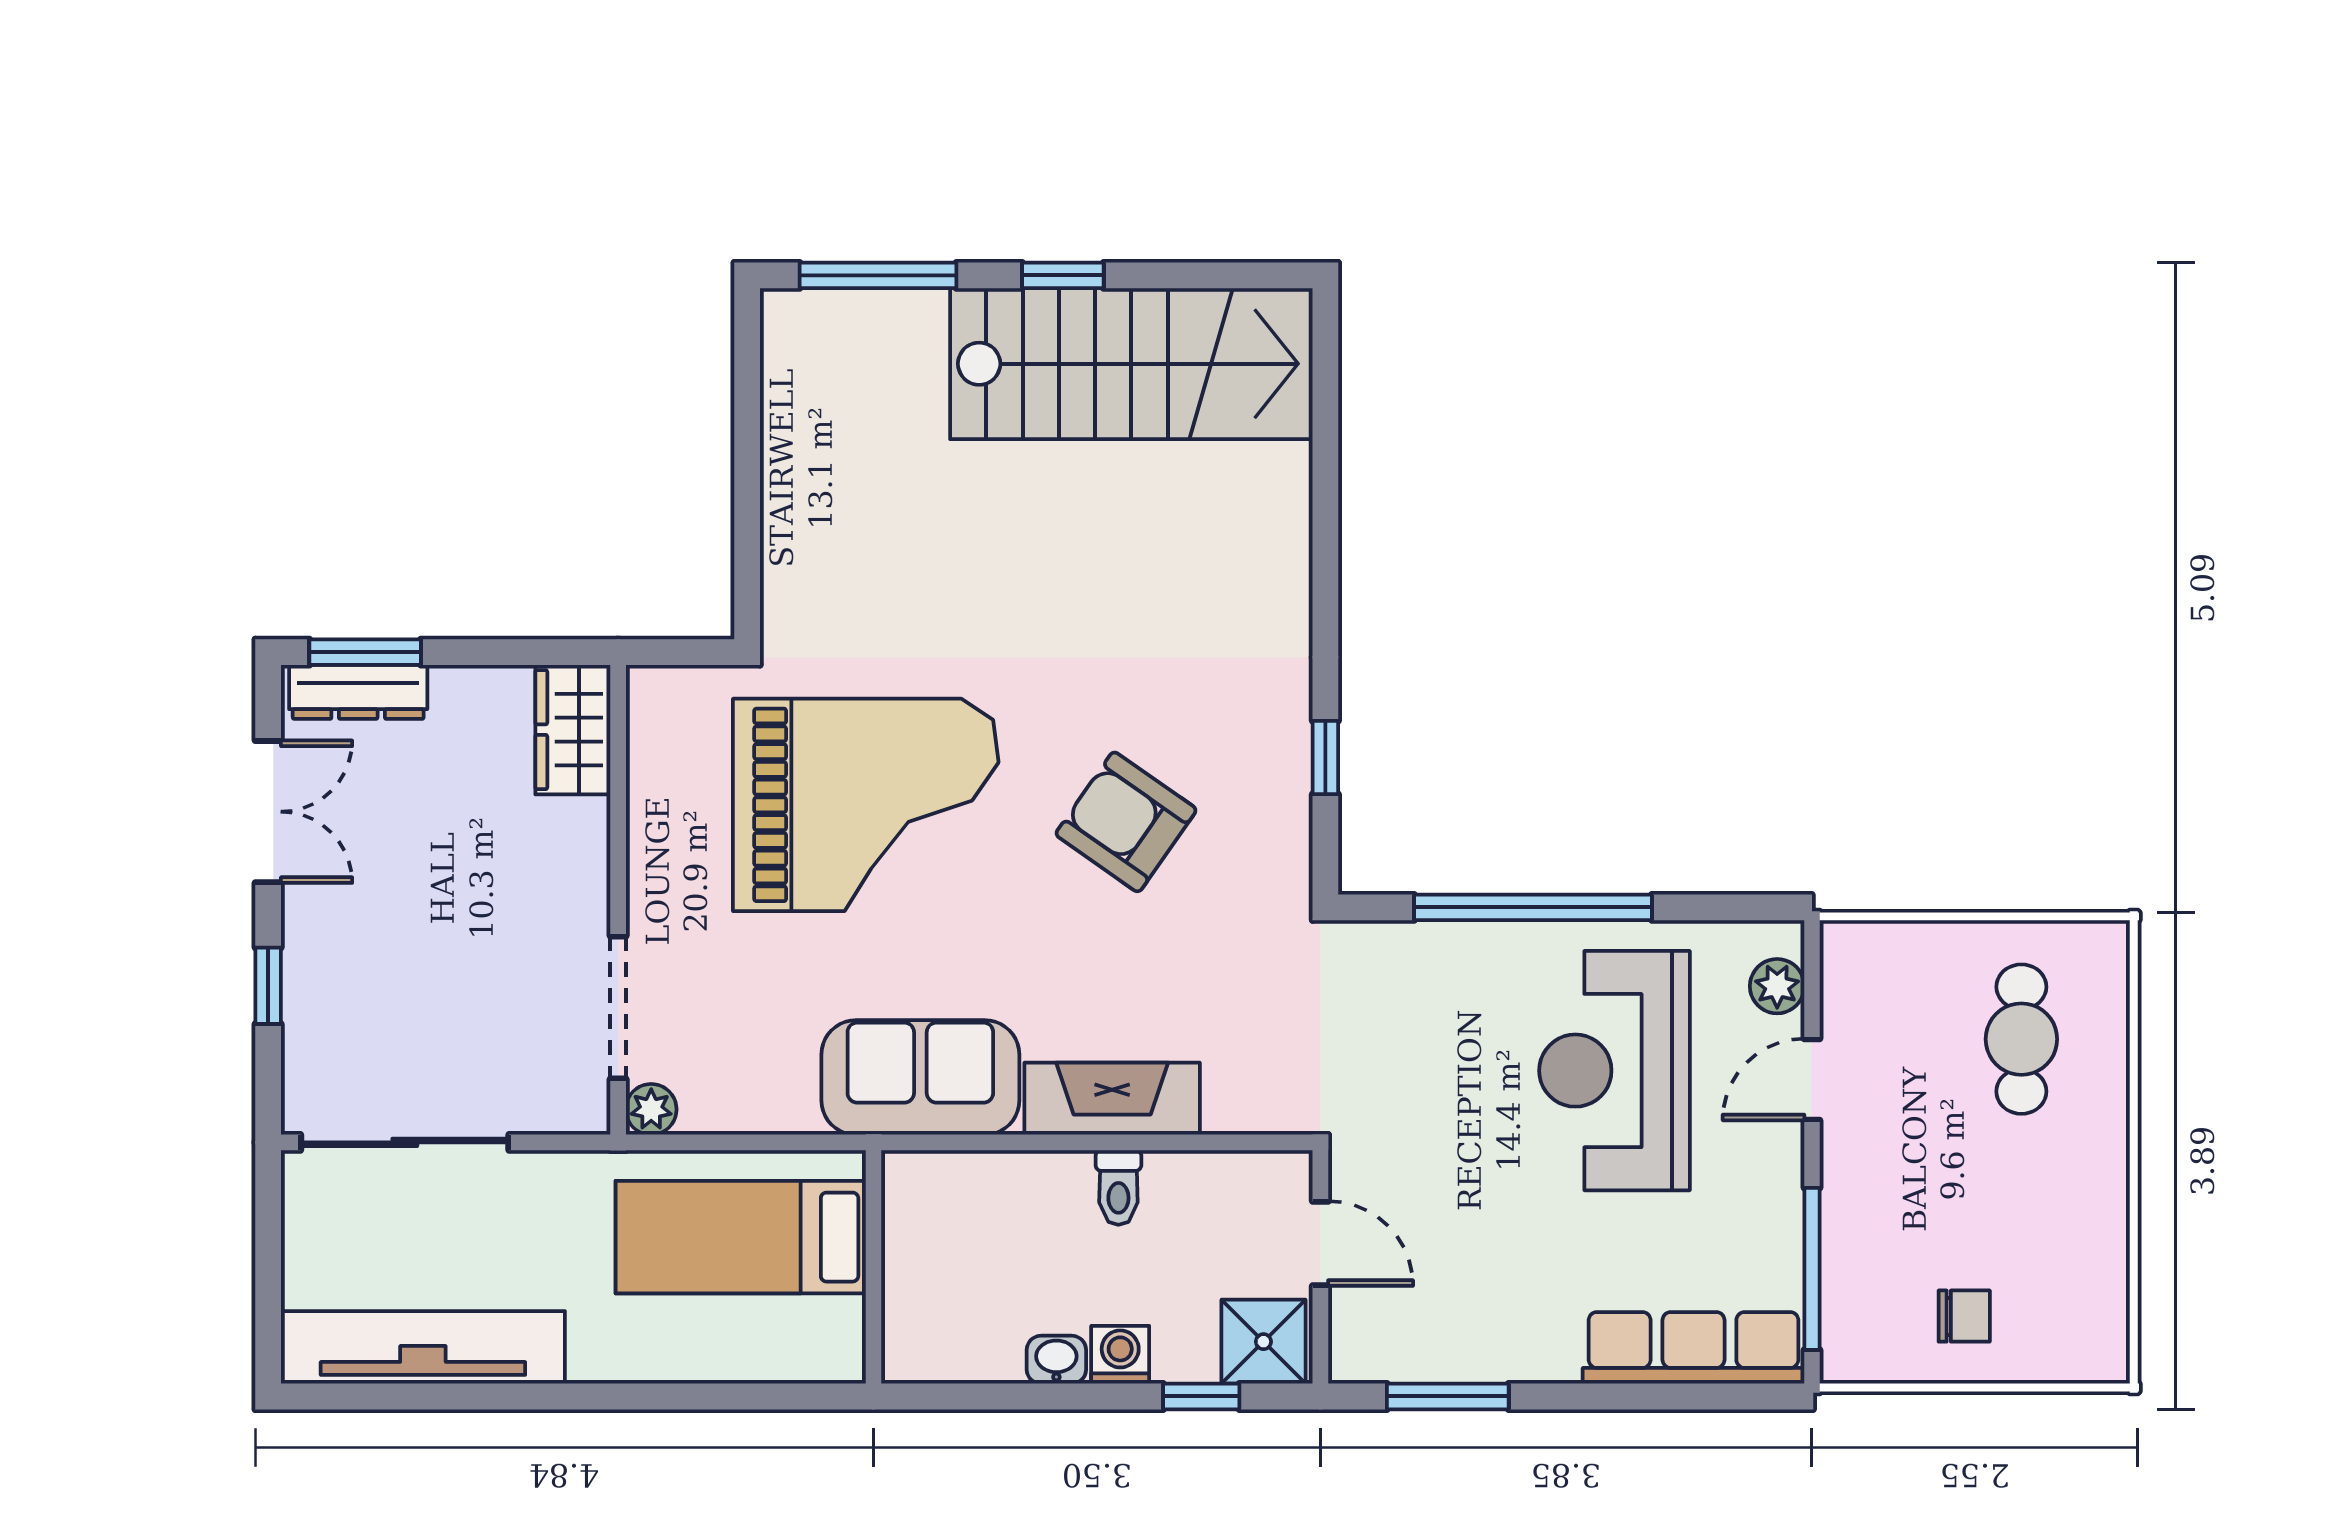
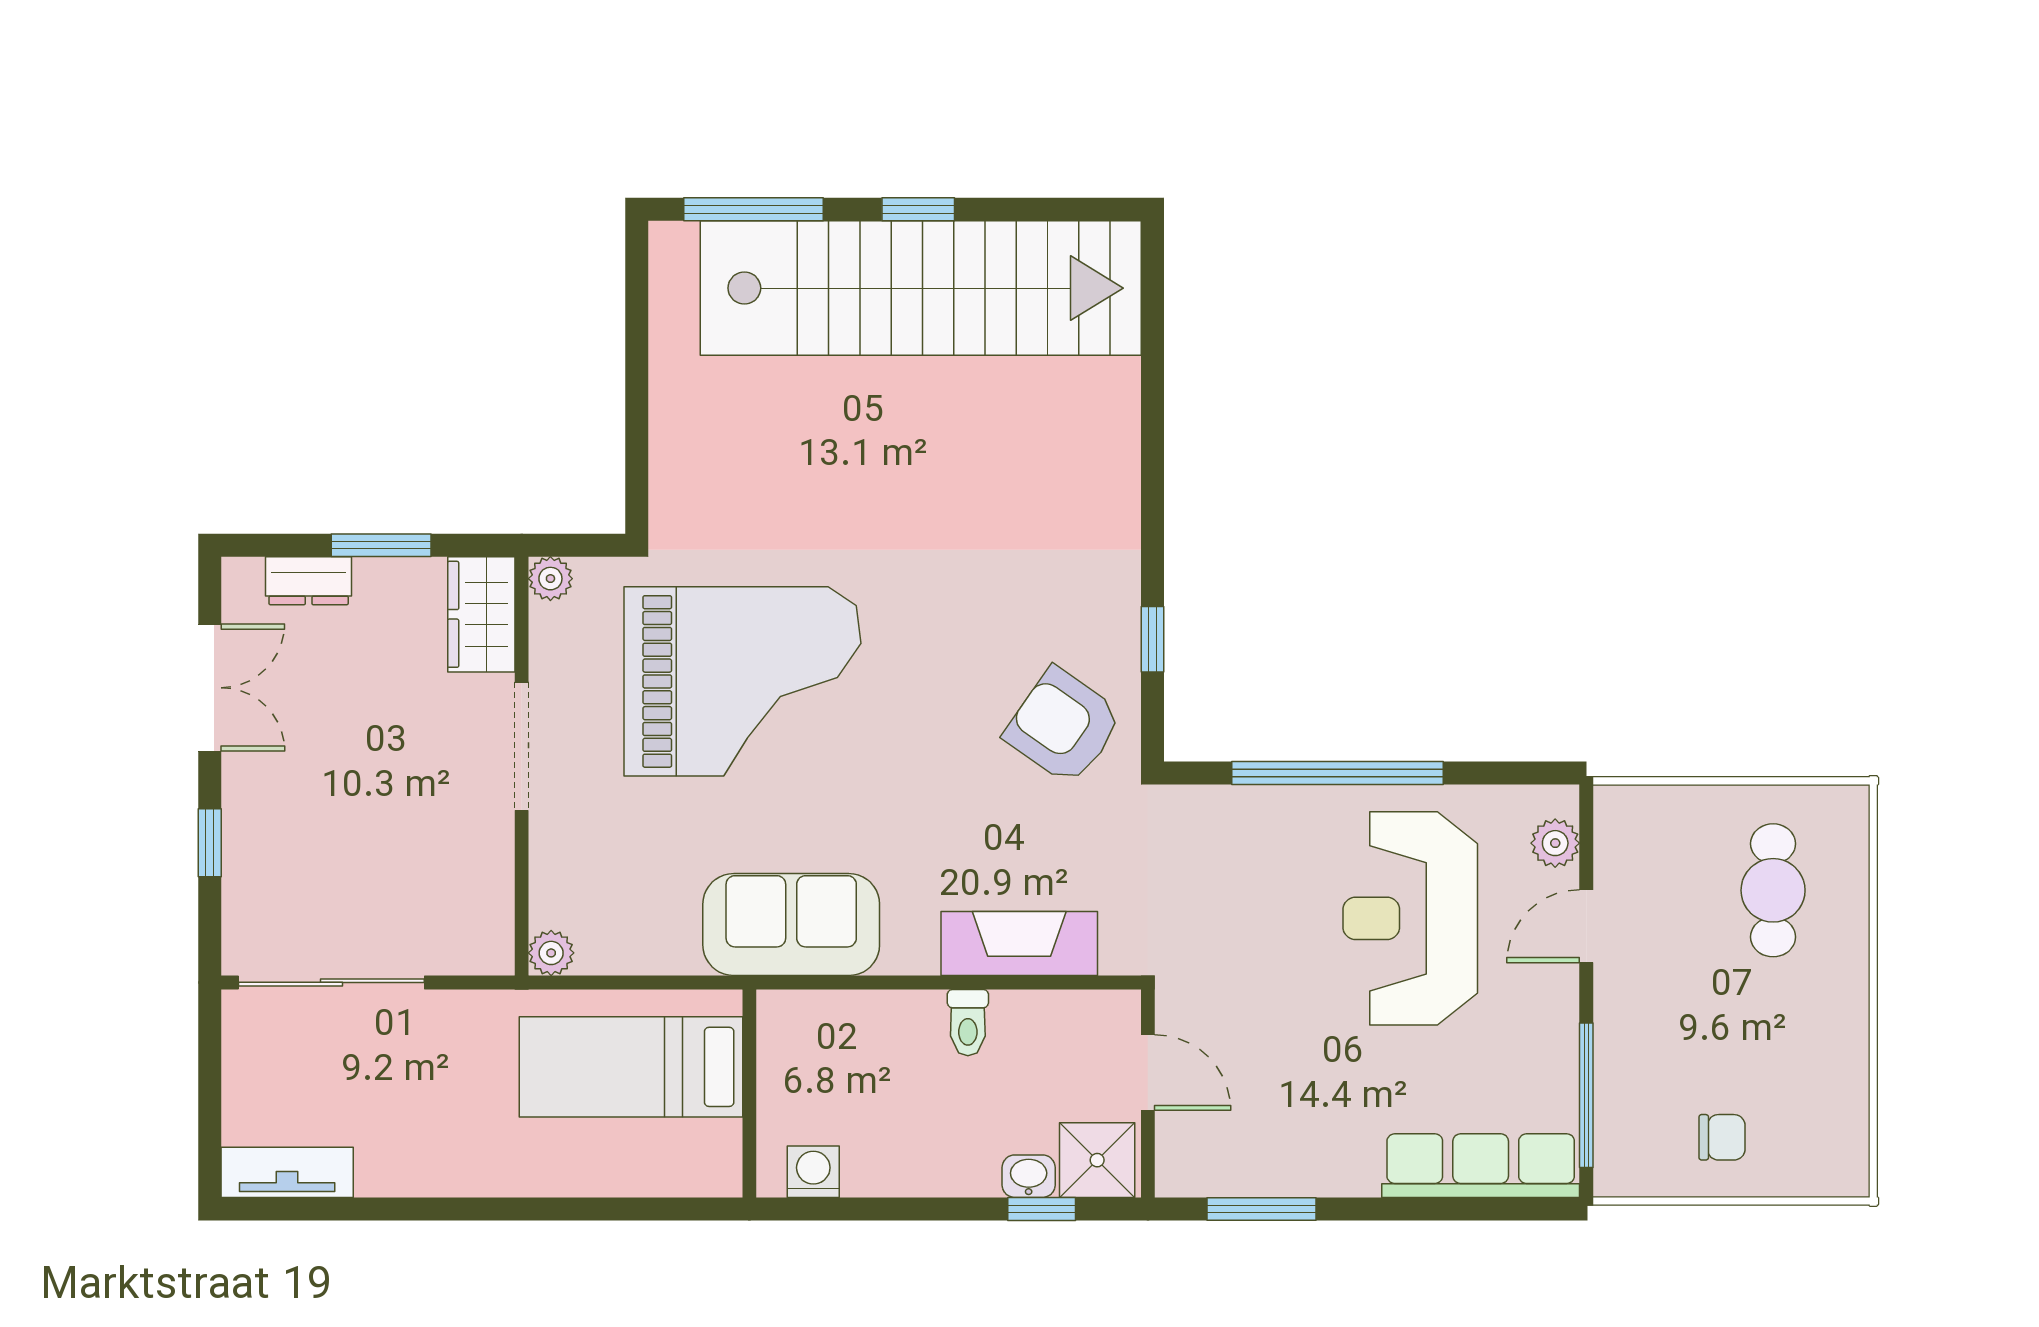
stairs: (1131, 364) -> (921, 288), width x1.36
window: (365, 652) -> (381, 545), moved
plant: (650, 689) -> (550, 579), added
dresser: (358, 692) -> (309, 581), width x0.70
armchair: (1126, 822) -> (1063, 726), moved
doorway: (618, 1007) -> (522, 746), moved
fireplace: (1112, 1099) -> (1019, 943), moved
tv unit: (423, 1347) -> (287, 1172), width x0.52, depth x0.78
washing machine: (1120, 1355) -> (813, 1172), moved
washbasin: (1056, 1360) -> (1029, 1176), moved

